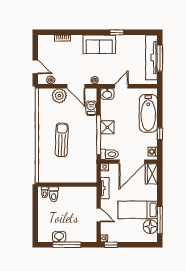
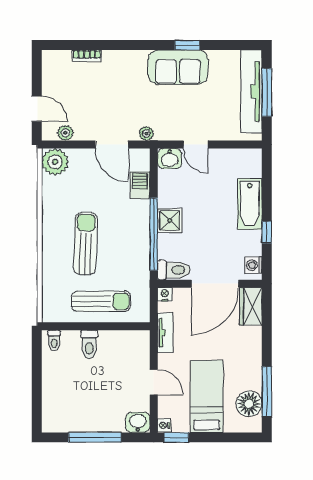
sofa: (99, 44) -> (178, 67), moved
door: (121, 86) -> (196, 145), swing flipped
plant: (59, 96) -> (55, 162), moved
bathtub: (148, 113) -> (250, 204), width x0.73, depth x0.73
sun lounger: (70, 171) -> (101, 301), added
toilet: (54, 194) -> (89, 344), moved
bed: (138, 210) -> (207, 396), moved, turned 90
washbasin: (59, 237) -> (138, 422), moved

